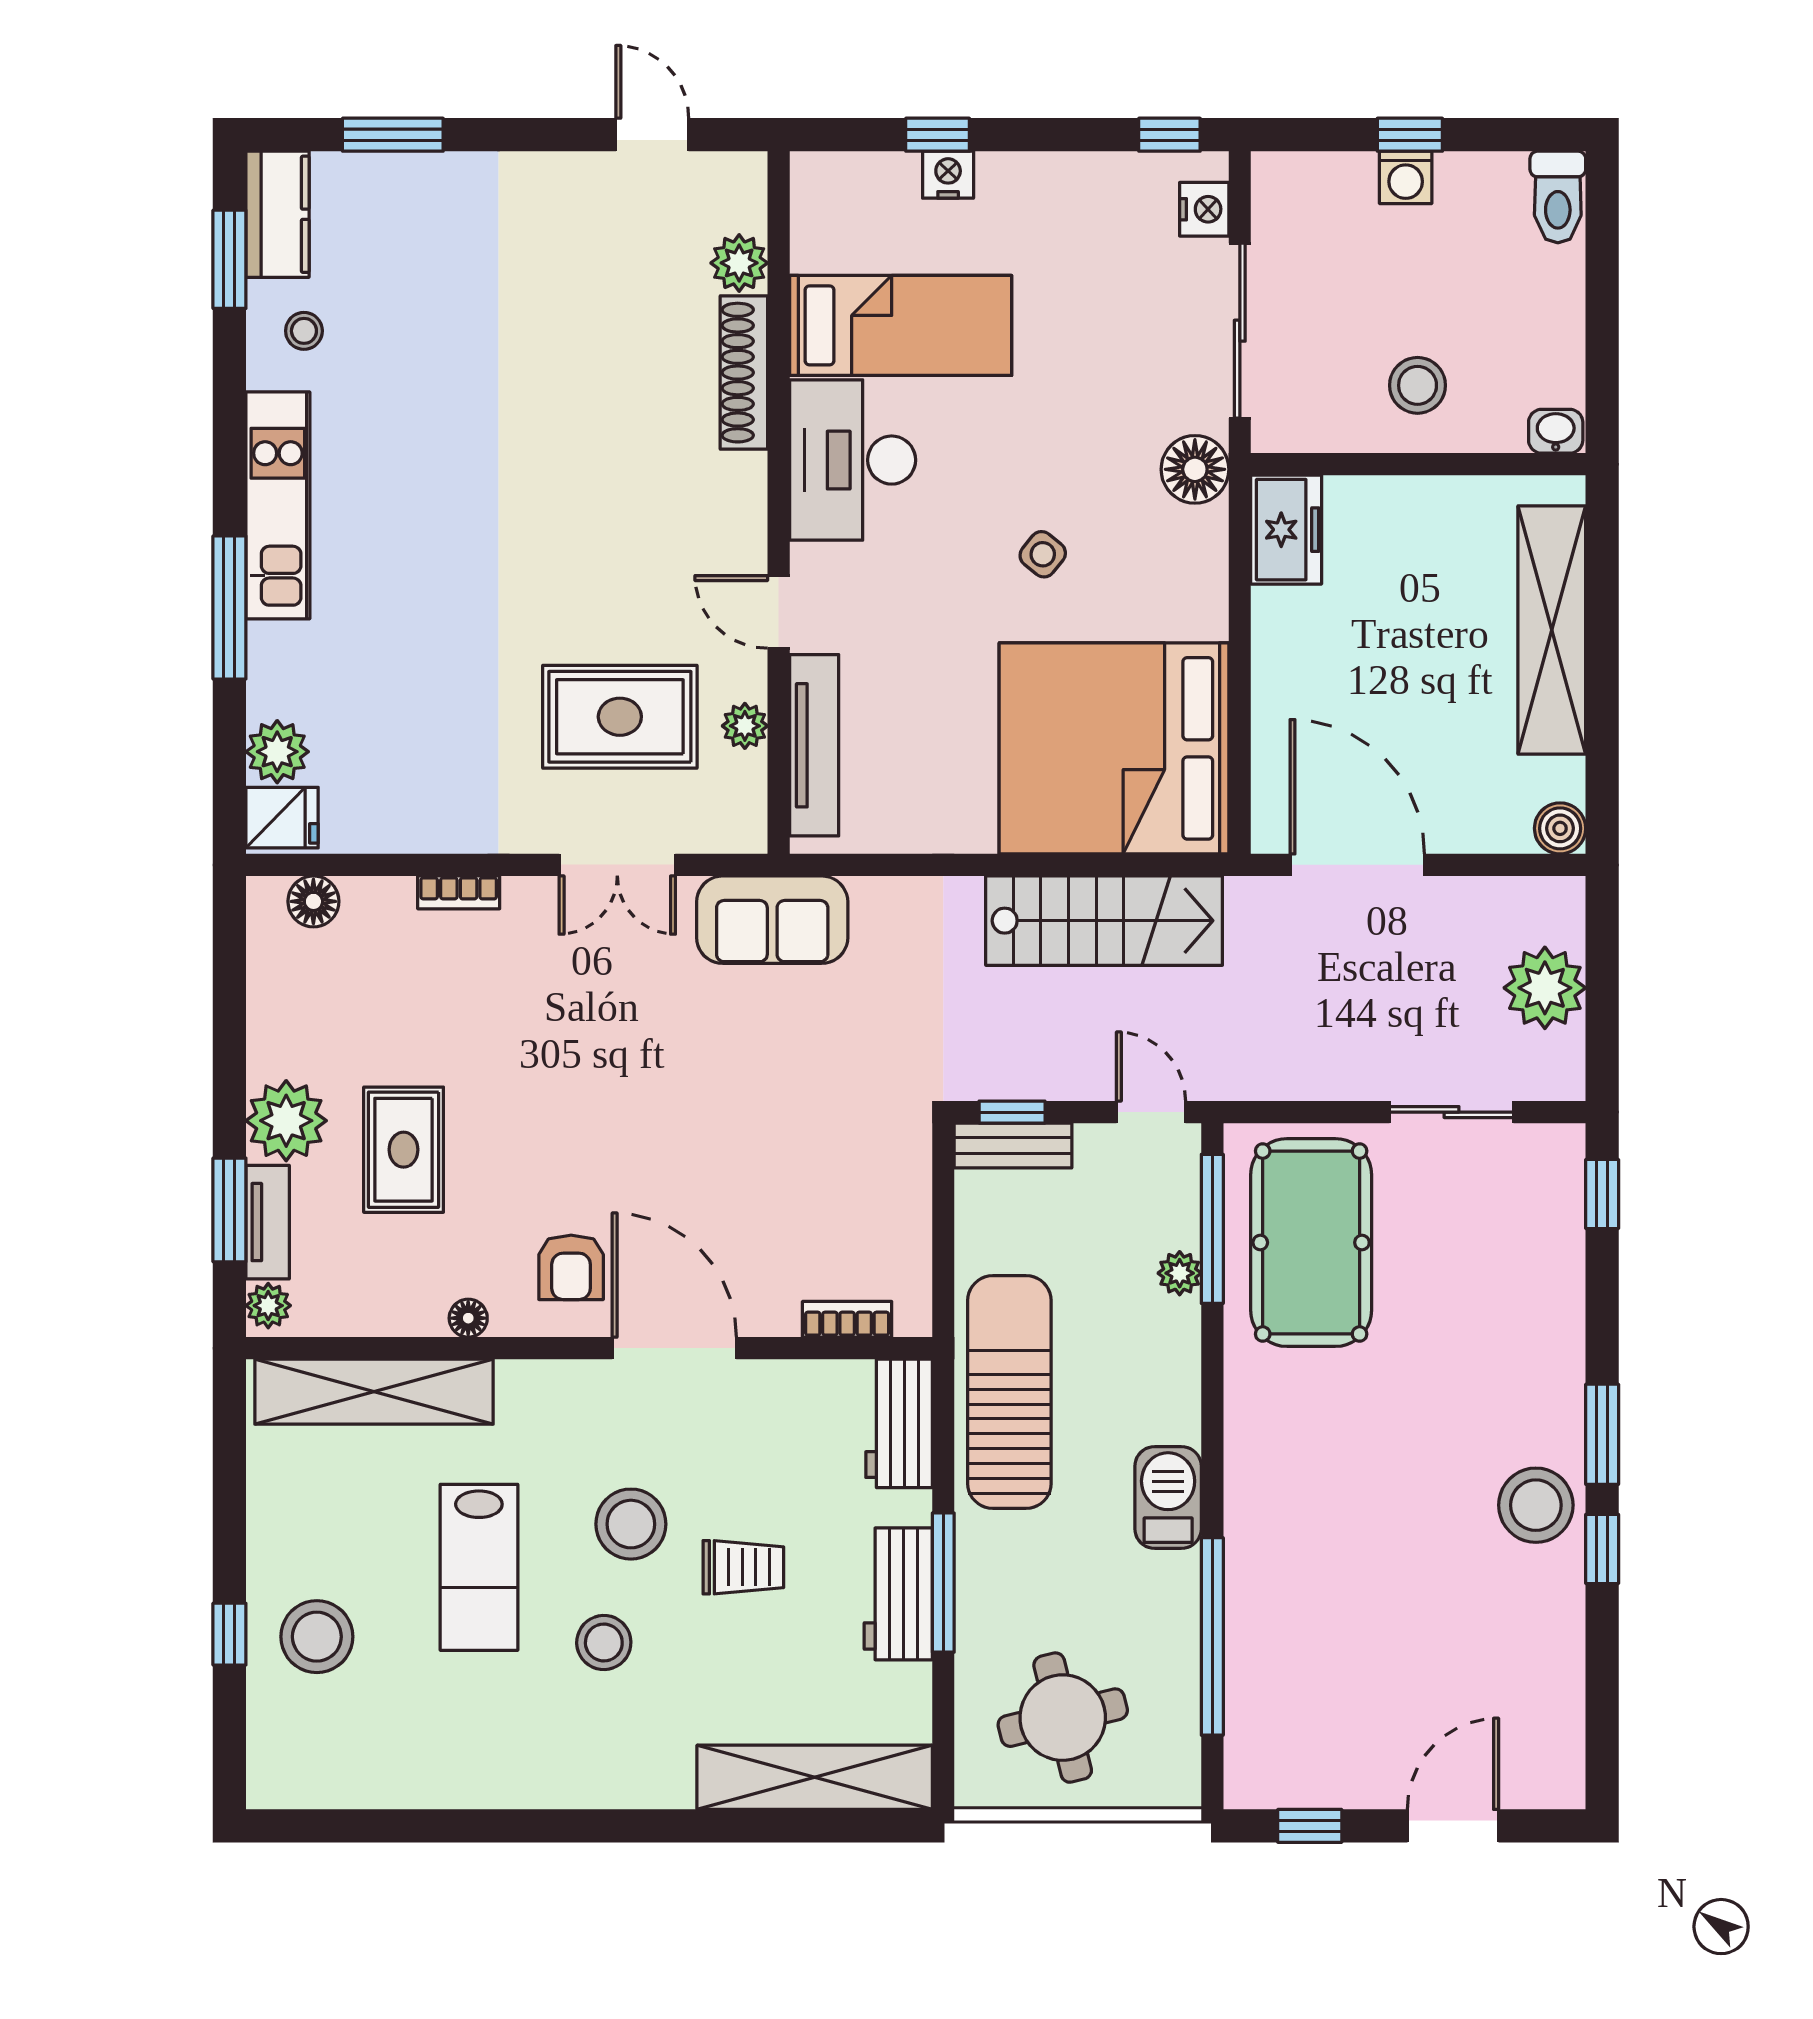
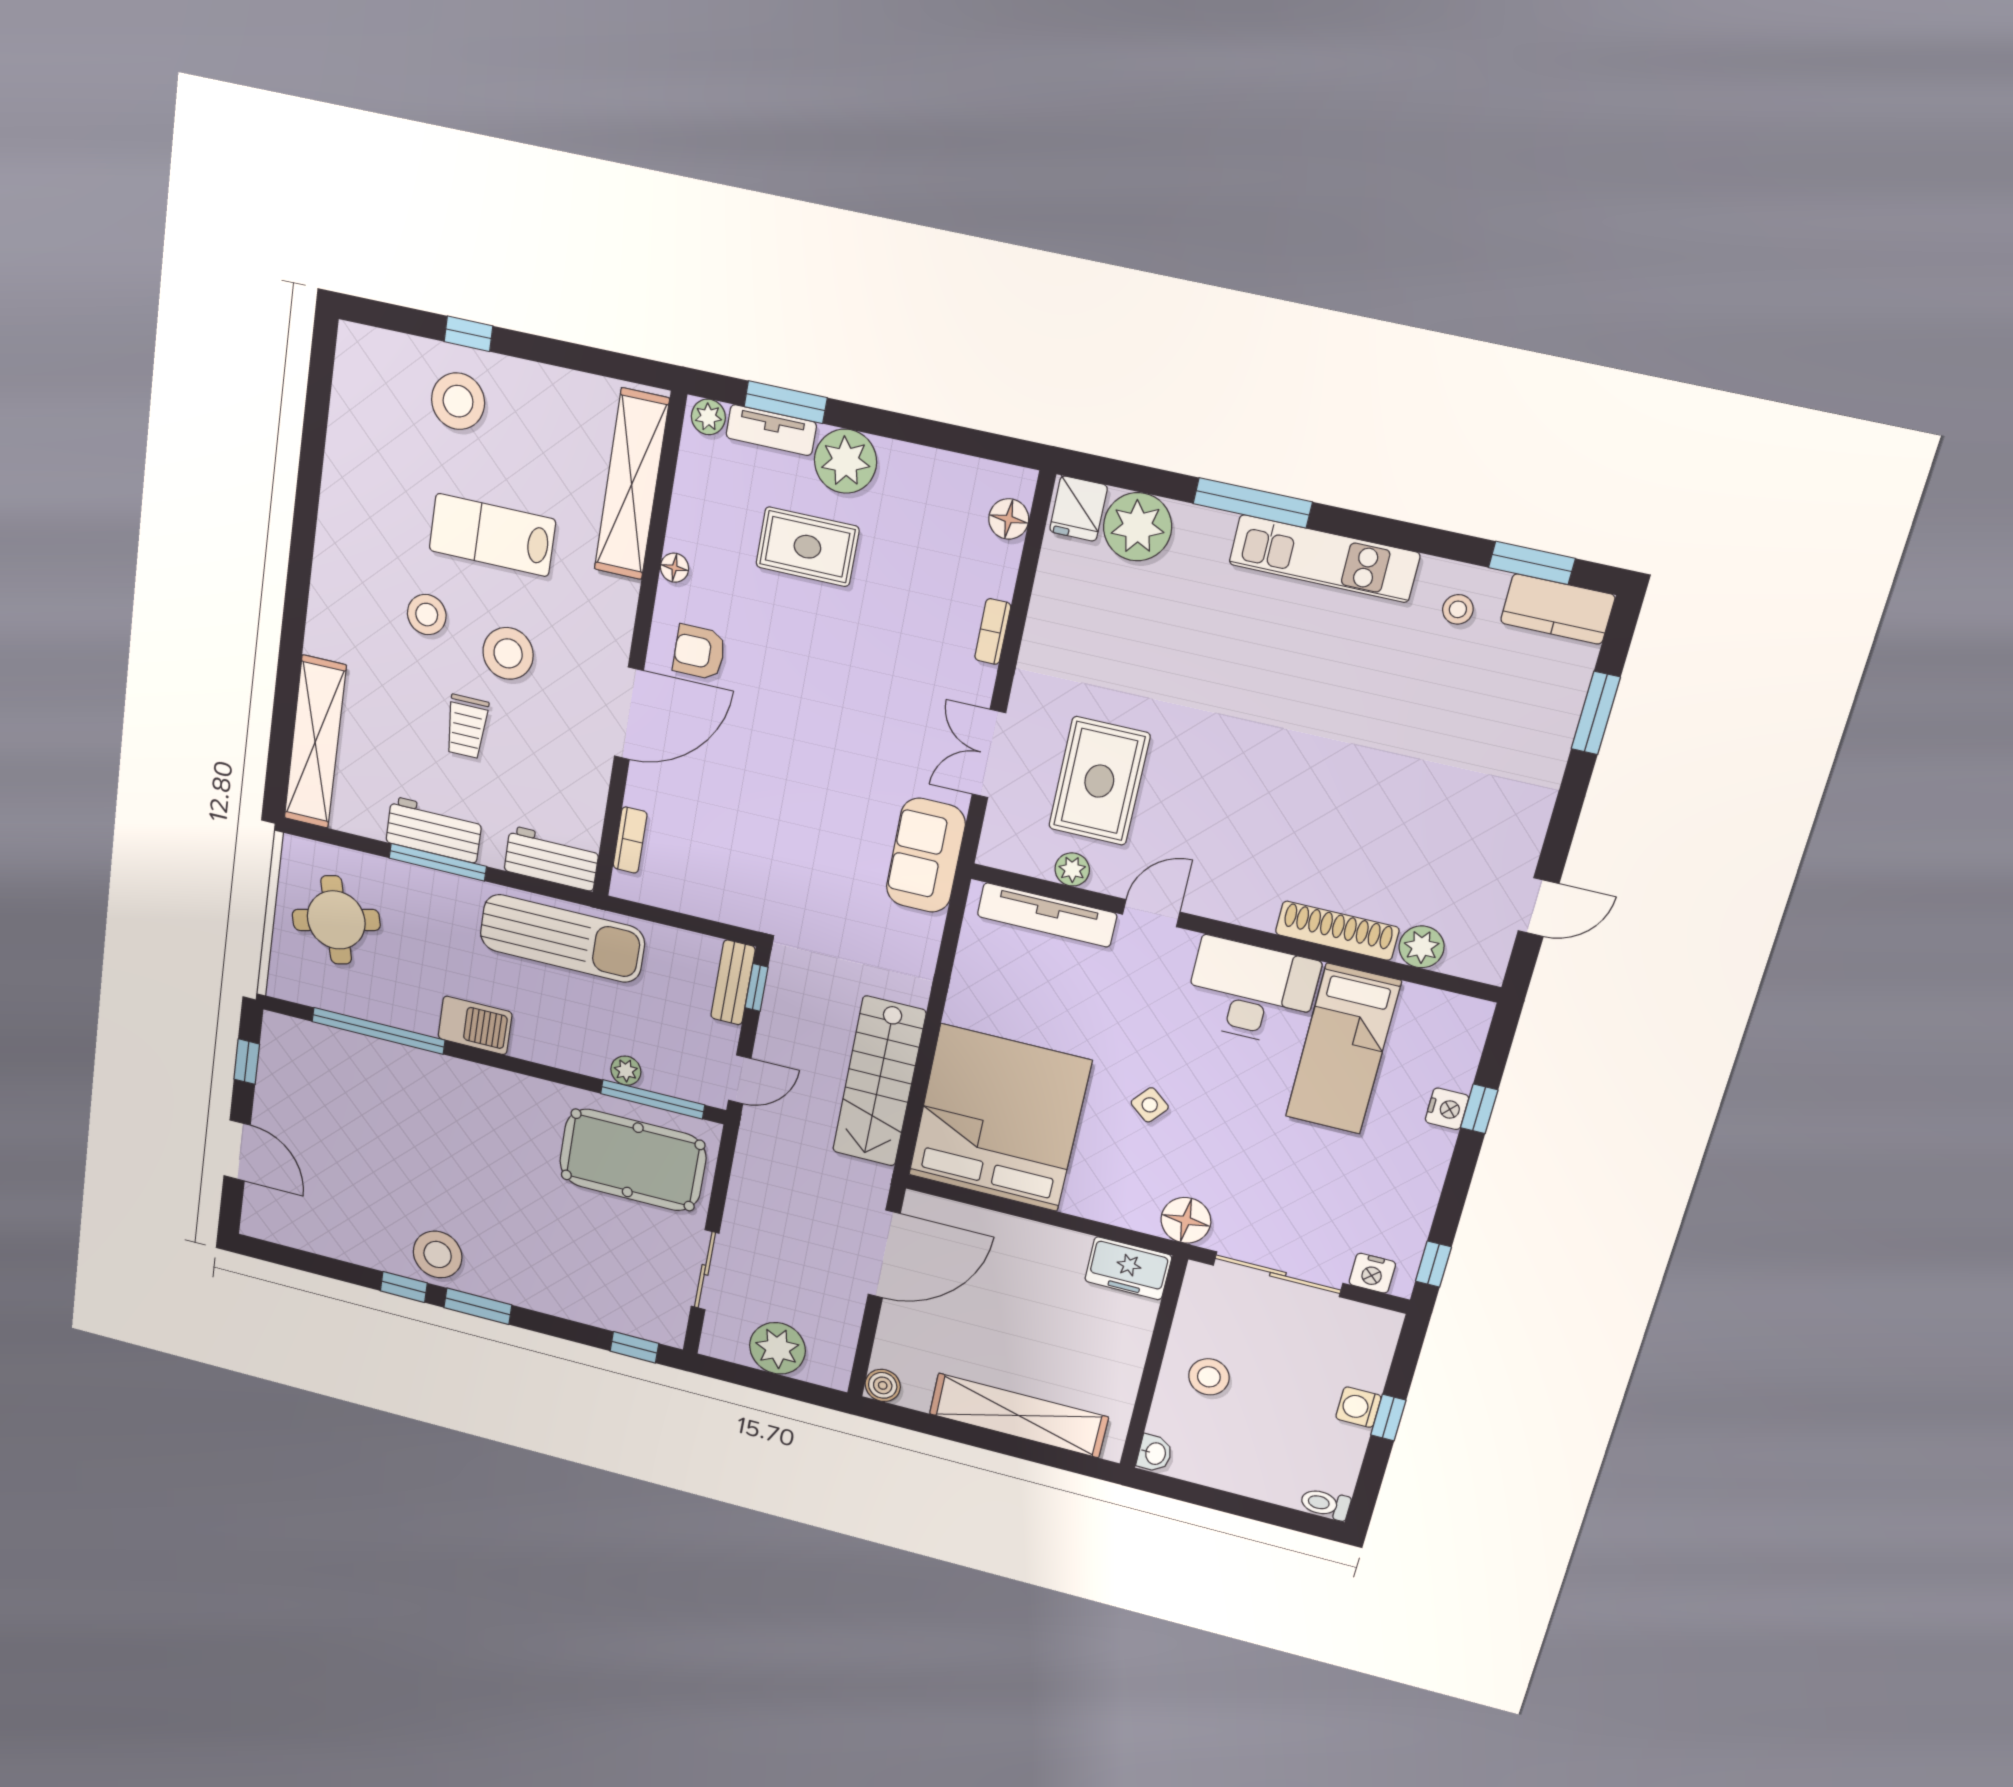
toilet: (1558, 197) -> (1325, 1504), width x0.73, depth x0.72
plant: (277, 752) -> (1137, 527), width x1.36, depth x1.36

